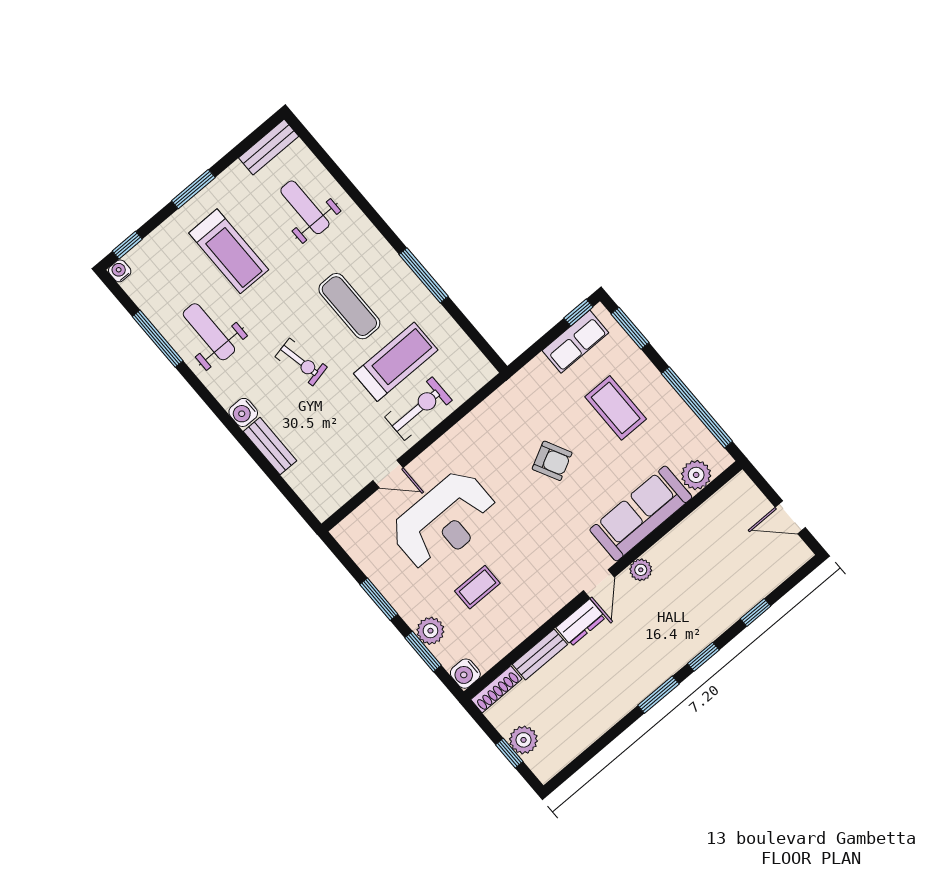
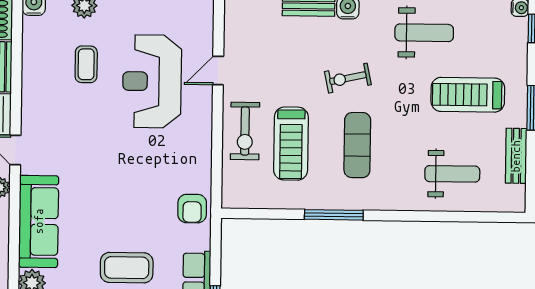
bench: (269, 147) -> (516, 156), moved
exercise mat: (349, 306) -> (357, 145), turned 90
armchair: (552, 461) -> (192, 209), moved, turned -63

